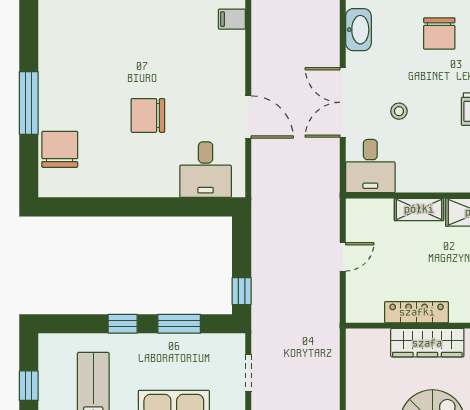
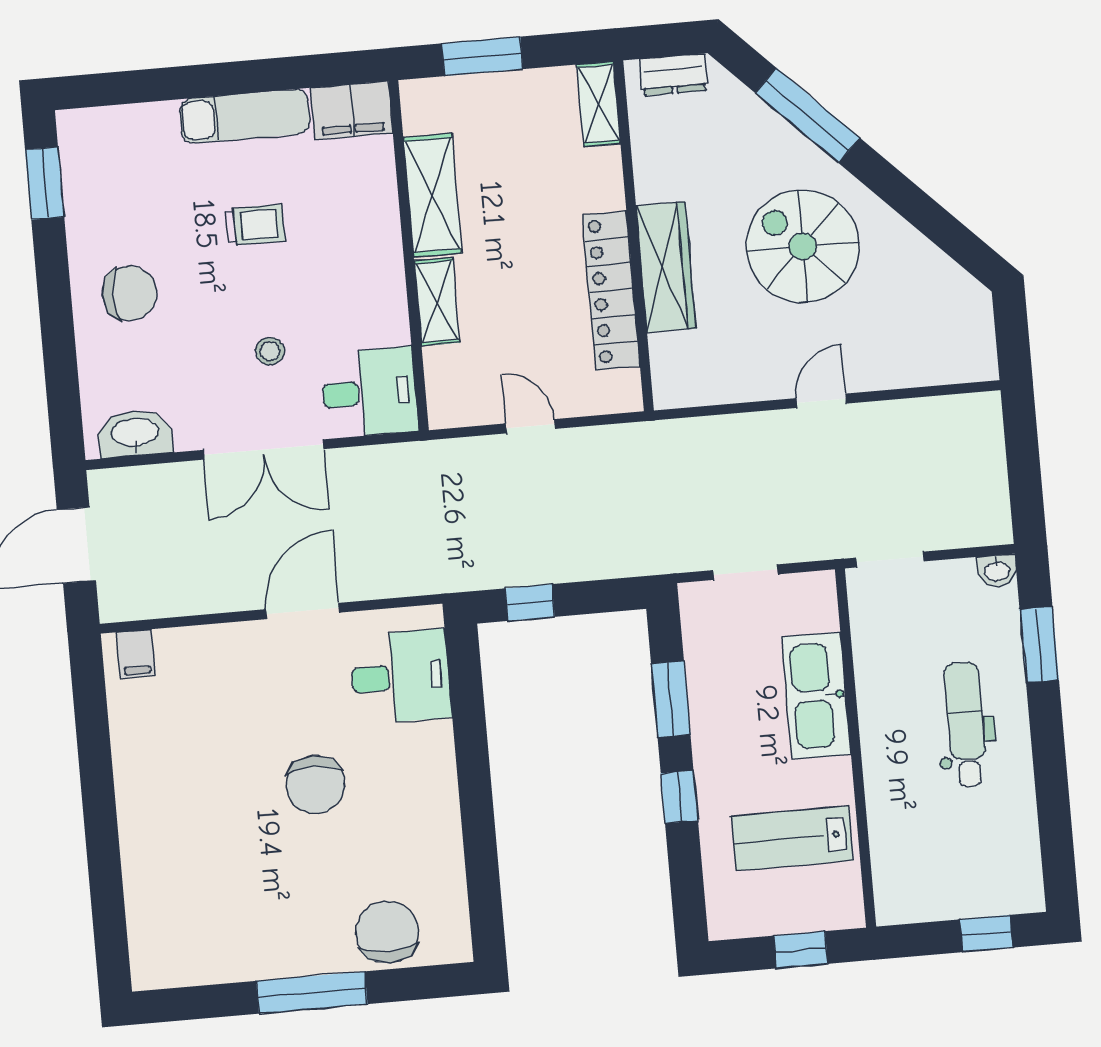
chair: (60, 149) -> (387, 932), turned 90
window: (242, 291) -> (530, 603), moved
locker: (417, 312) -> (611, 291), width x1.41, depth x1.21

